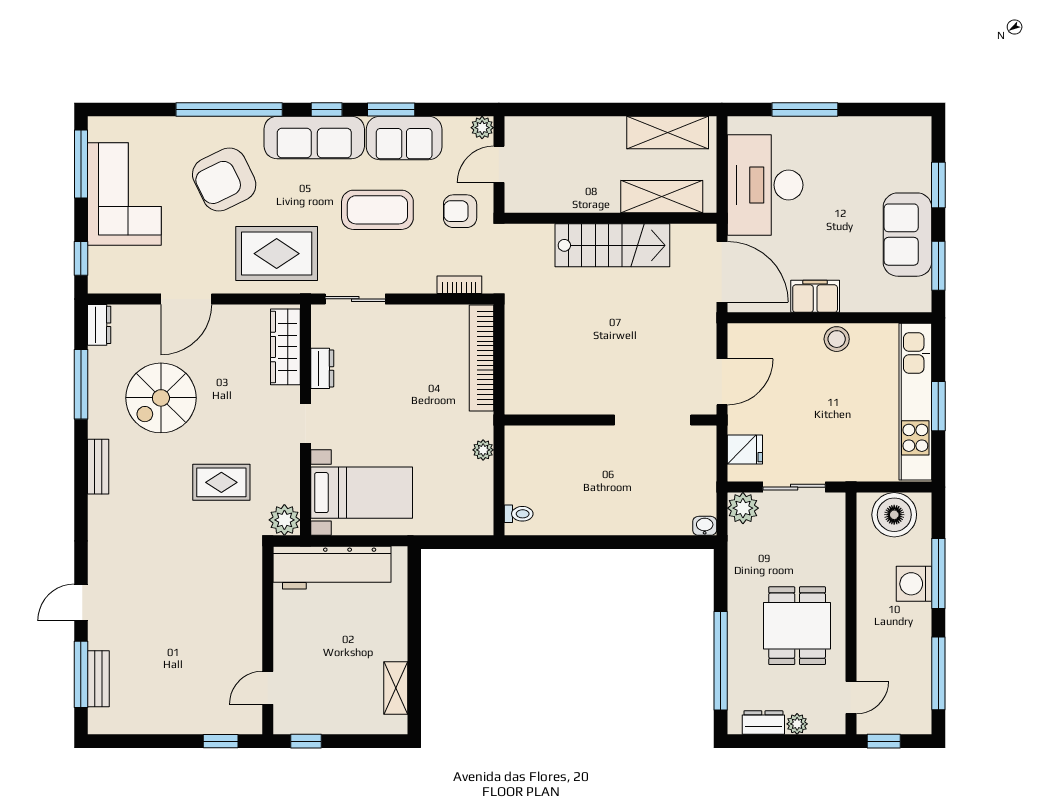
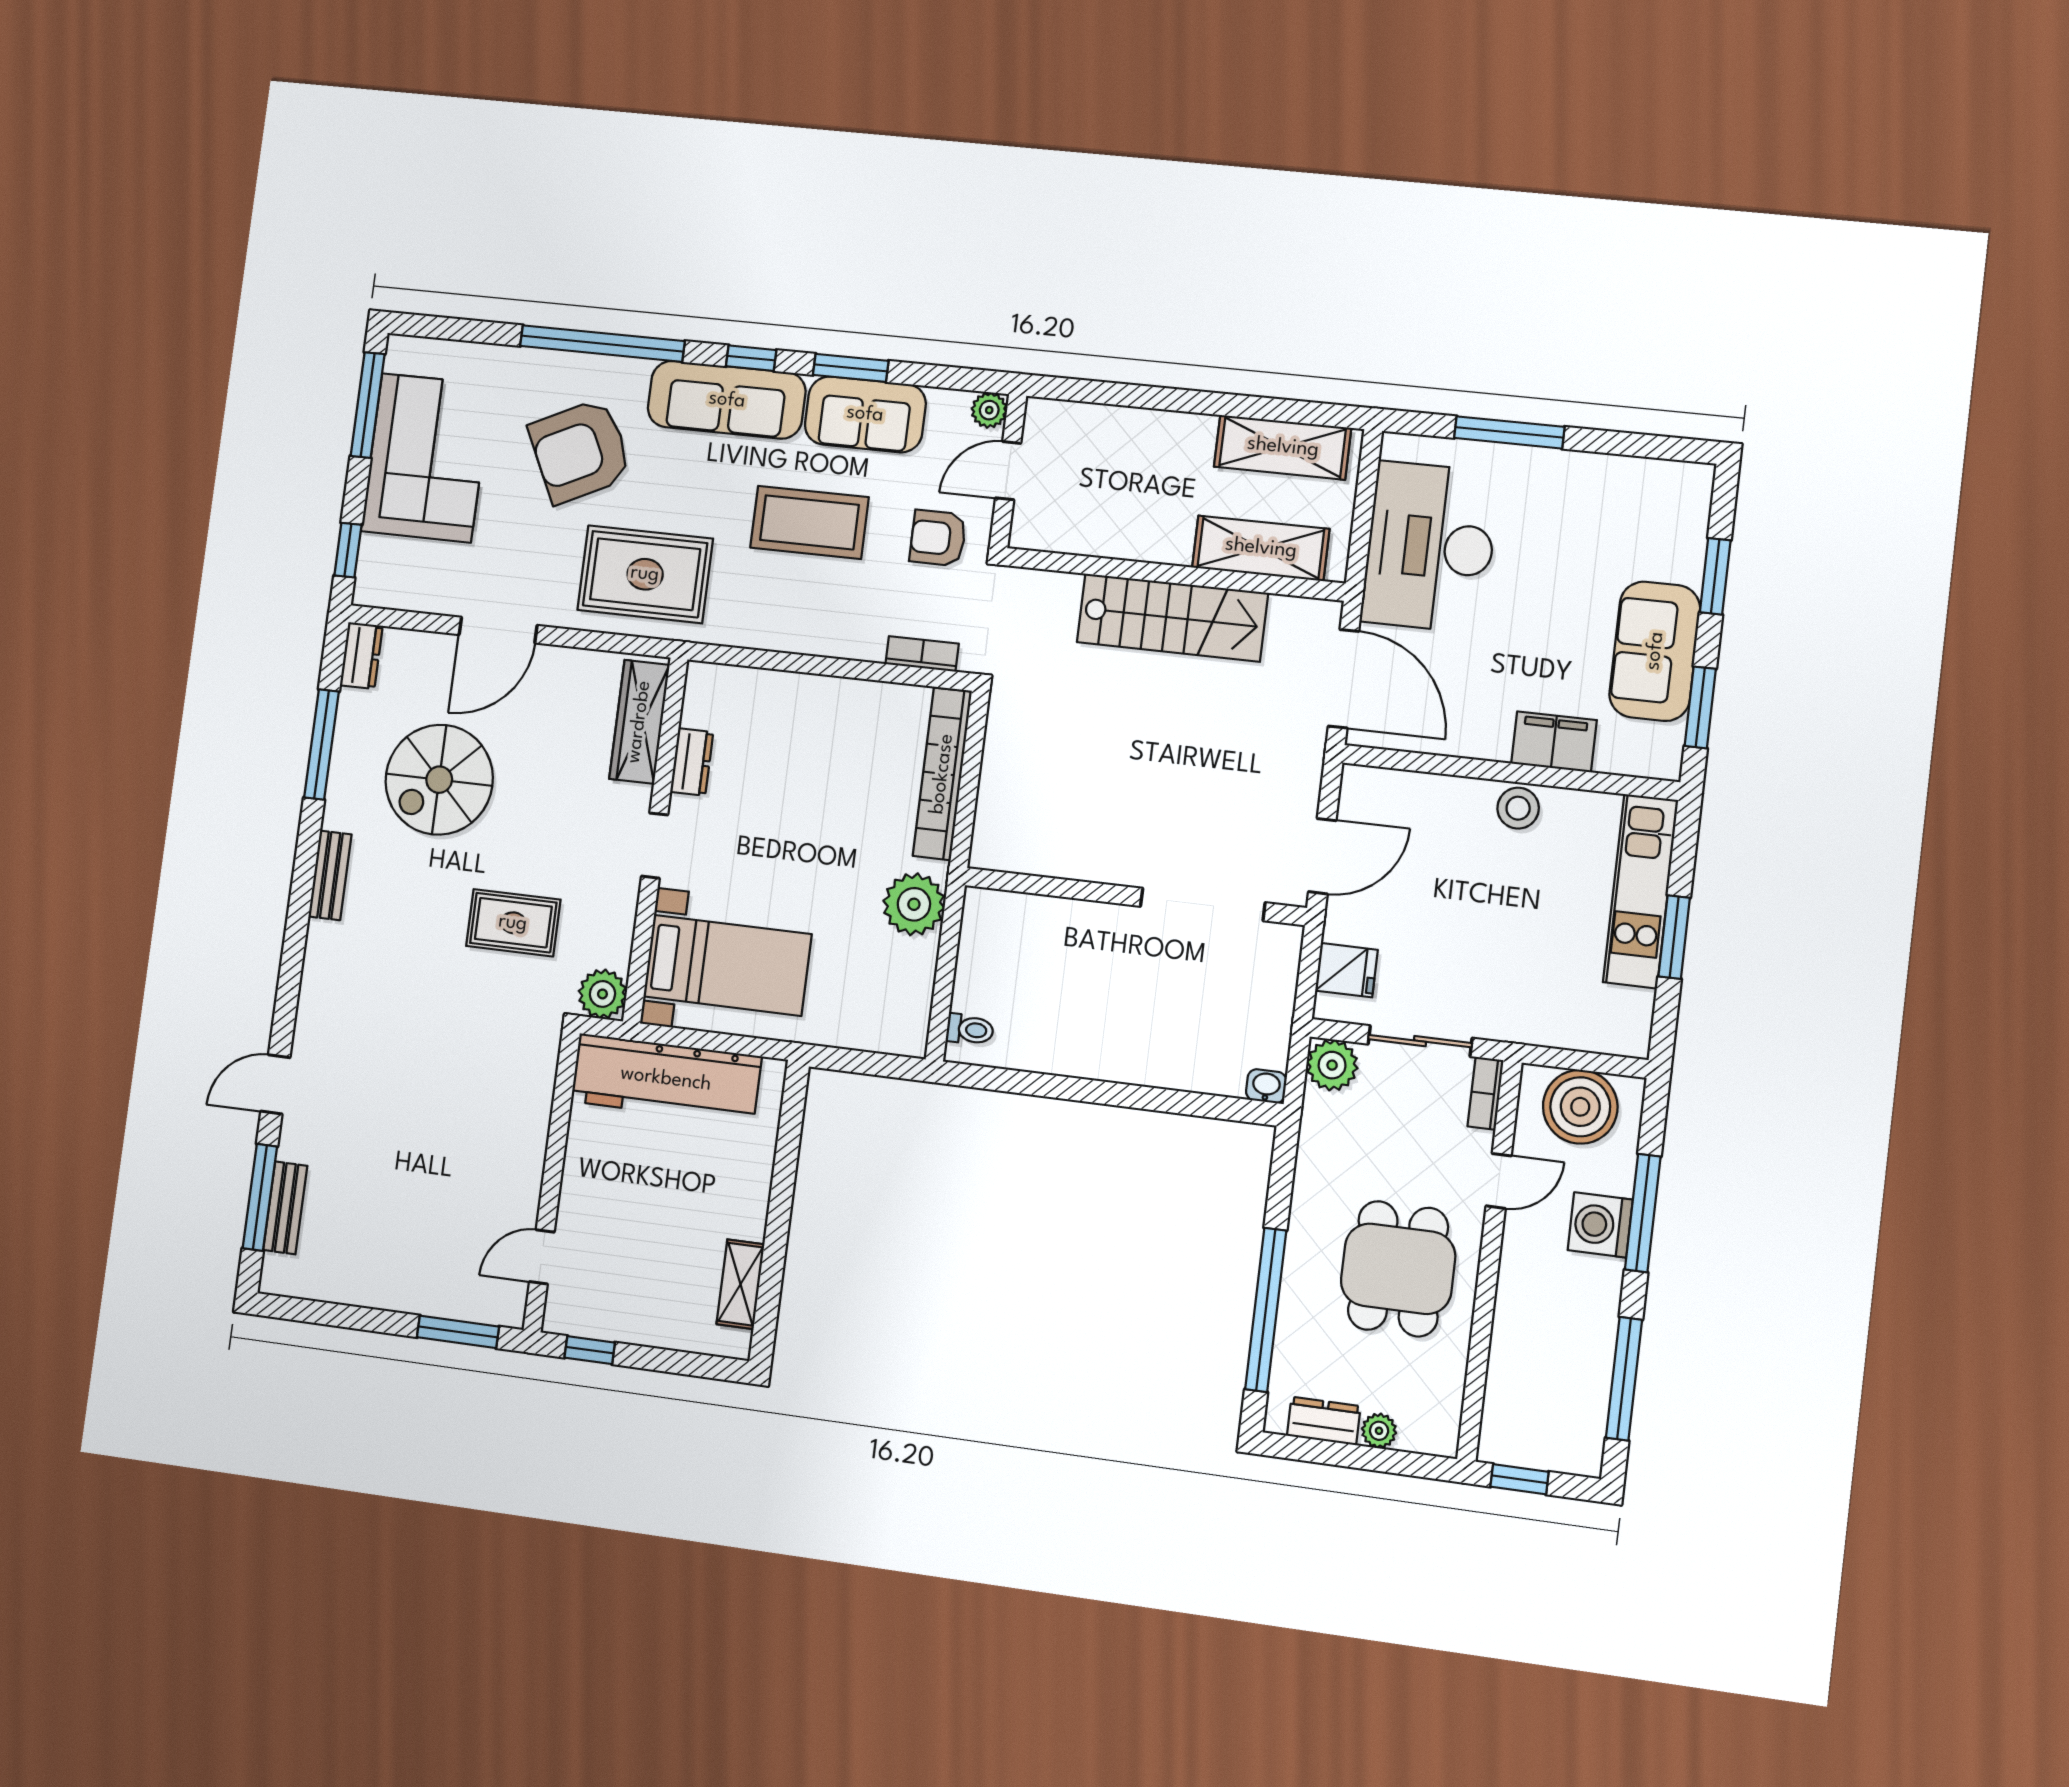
filing cabinet: (815, 296) -> (1554, 742), moved
sliding door: (355, 299) -> (757, 659), removed
kitchen unit: (915, 402) -> (1641, 891), width x0.73
plant: (483, 450) -> (914, 904), width x1.88, depth x1.88
bookcase: (837, 514) -> (1486, 1093), added
door: (851, 697) -> (1499, 1181), moved
window: (221, 741) -> (458, 1332), width x1.50

